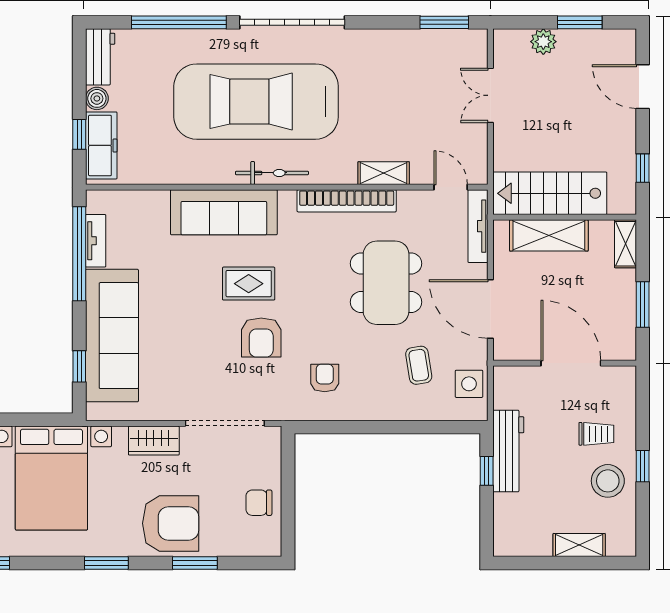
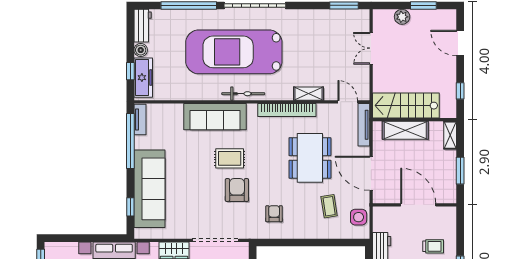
tv unit: (96, 241) -> (140, 120), moved
armchair: (261, 338) -> (237, 190), turned 180

